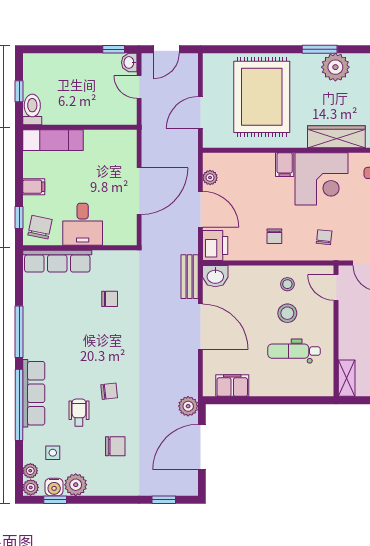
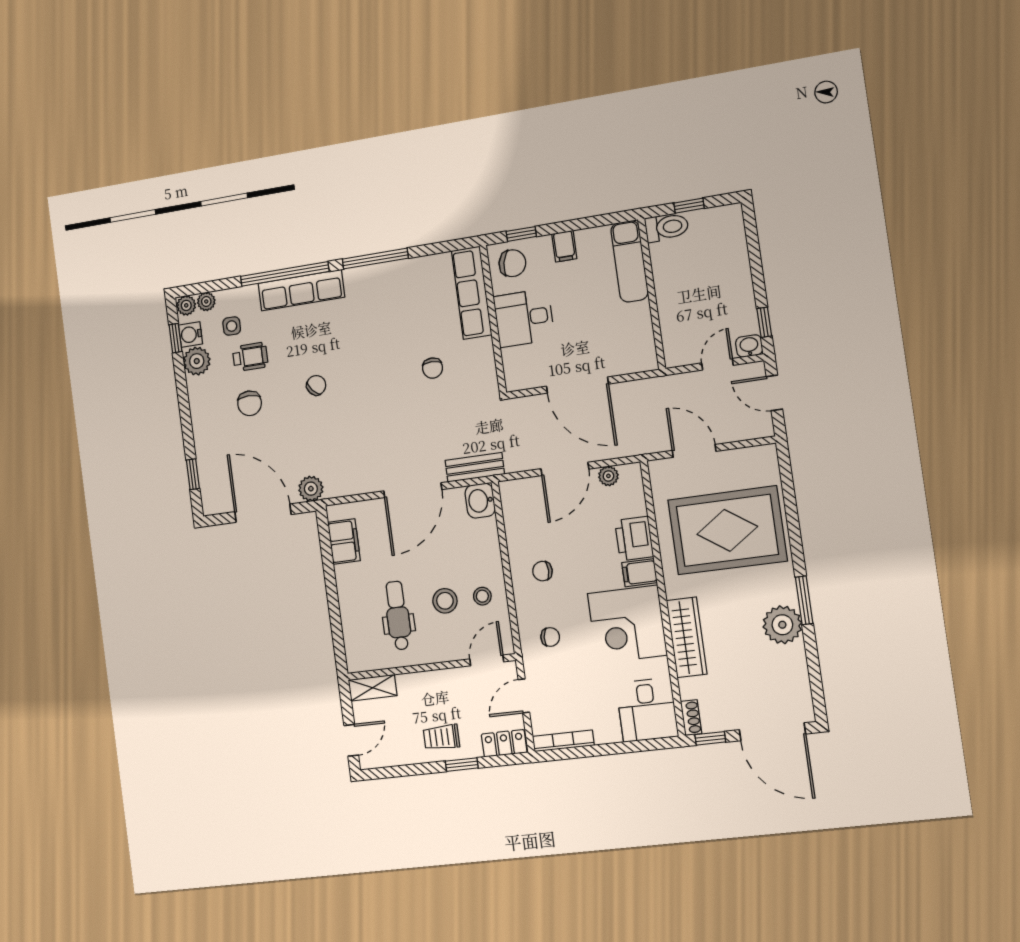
printer: (215, 246) -> (634, 539), moved, turned 90
chair: (109, 391) -> (316, 385), turned -125
wheelchair: (79, 412) -> (250, 357), moved

